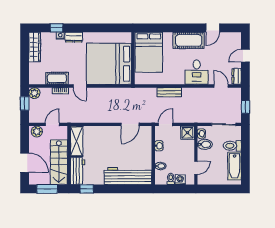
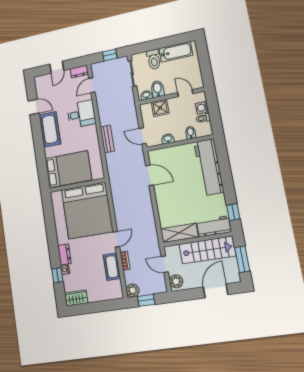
wardrobe: (35, 47) -> (76, 298), width x0.67
door: (245, 56) -> (57, 67), hinge flipped
shower: (187, 133) -> (160, 108), moved

